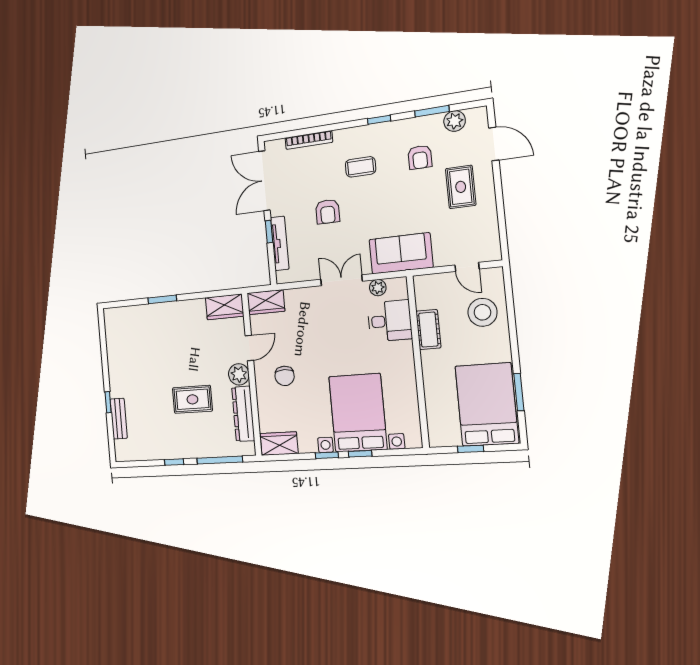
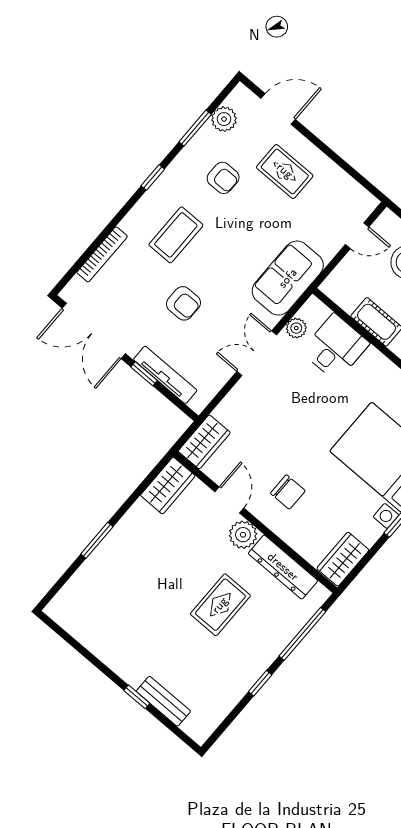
coffee table: (361, 167) -> (176, 235), width x1.36, depth x1.30

